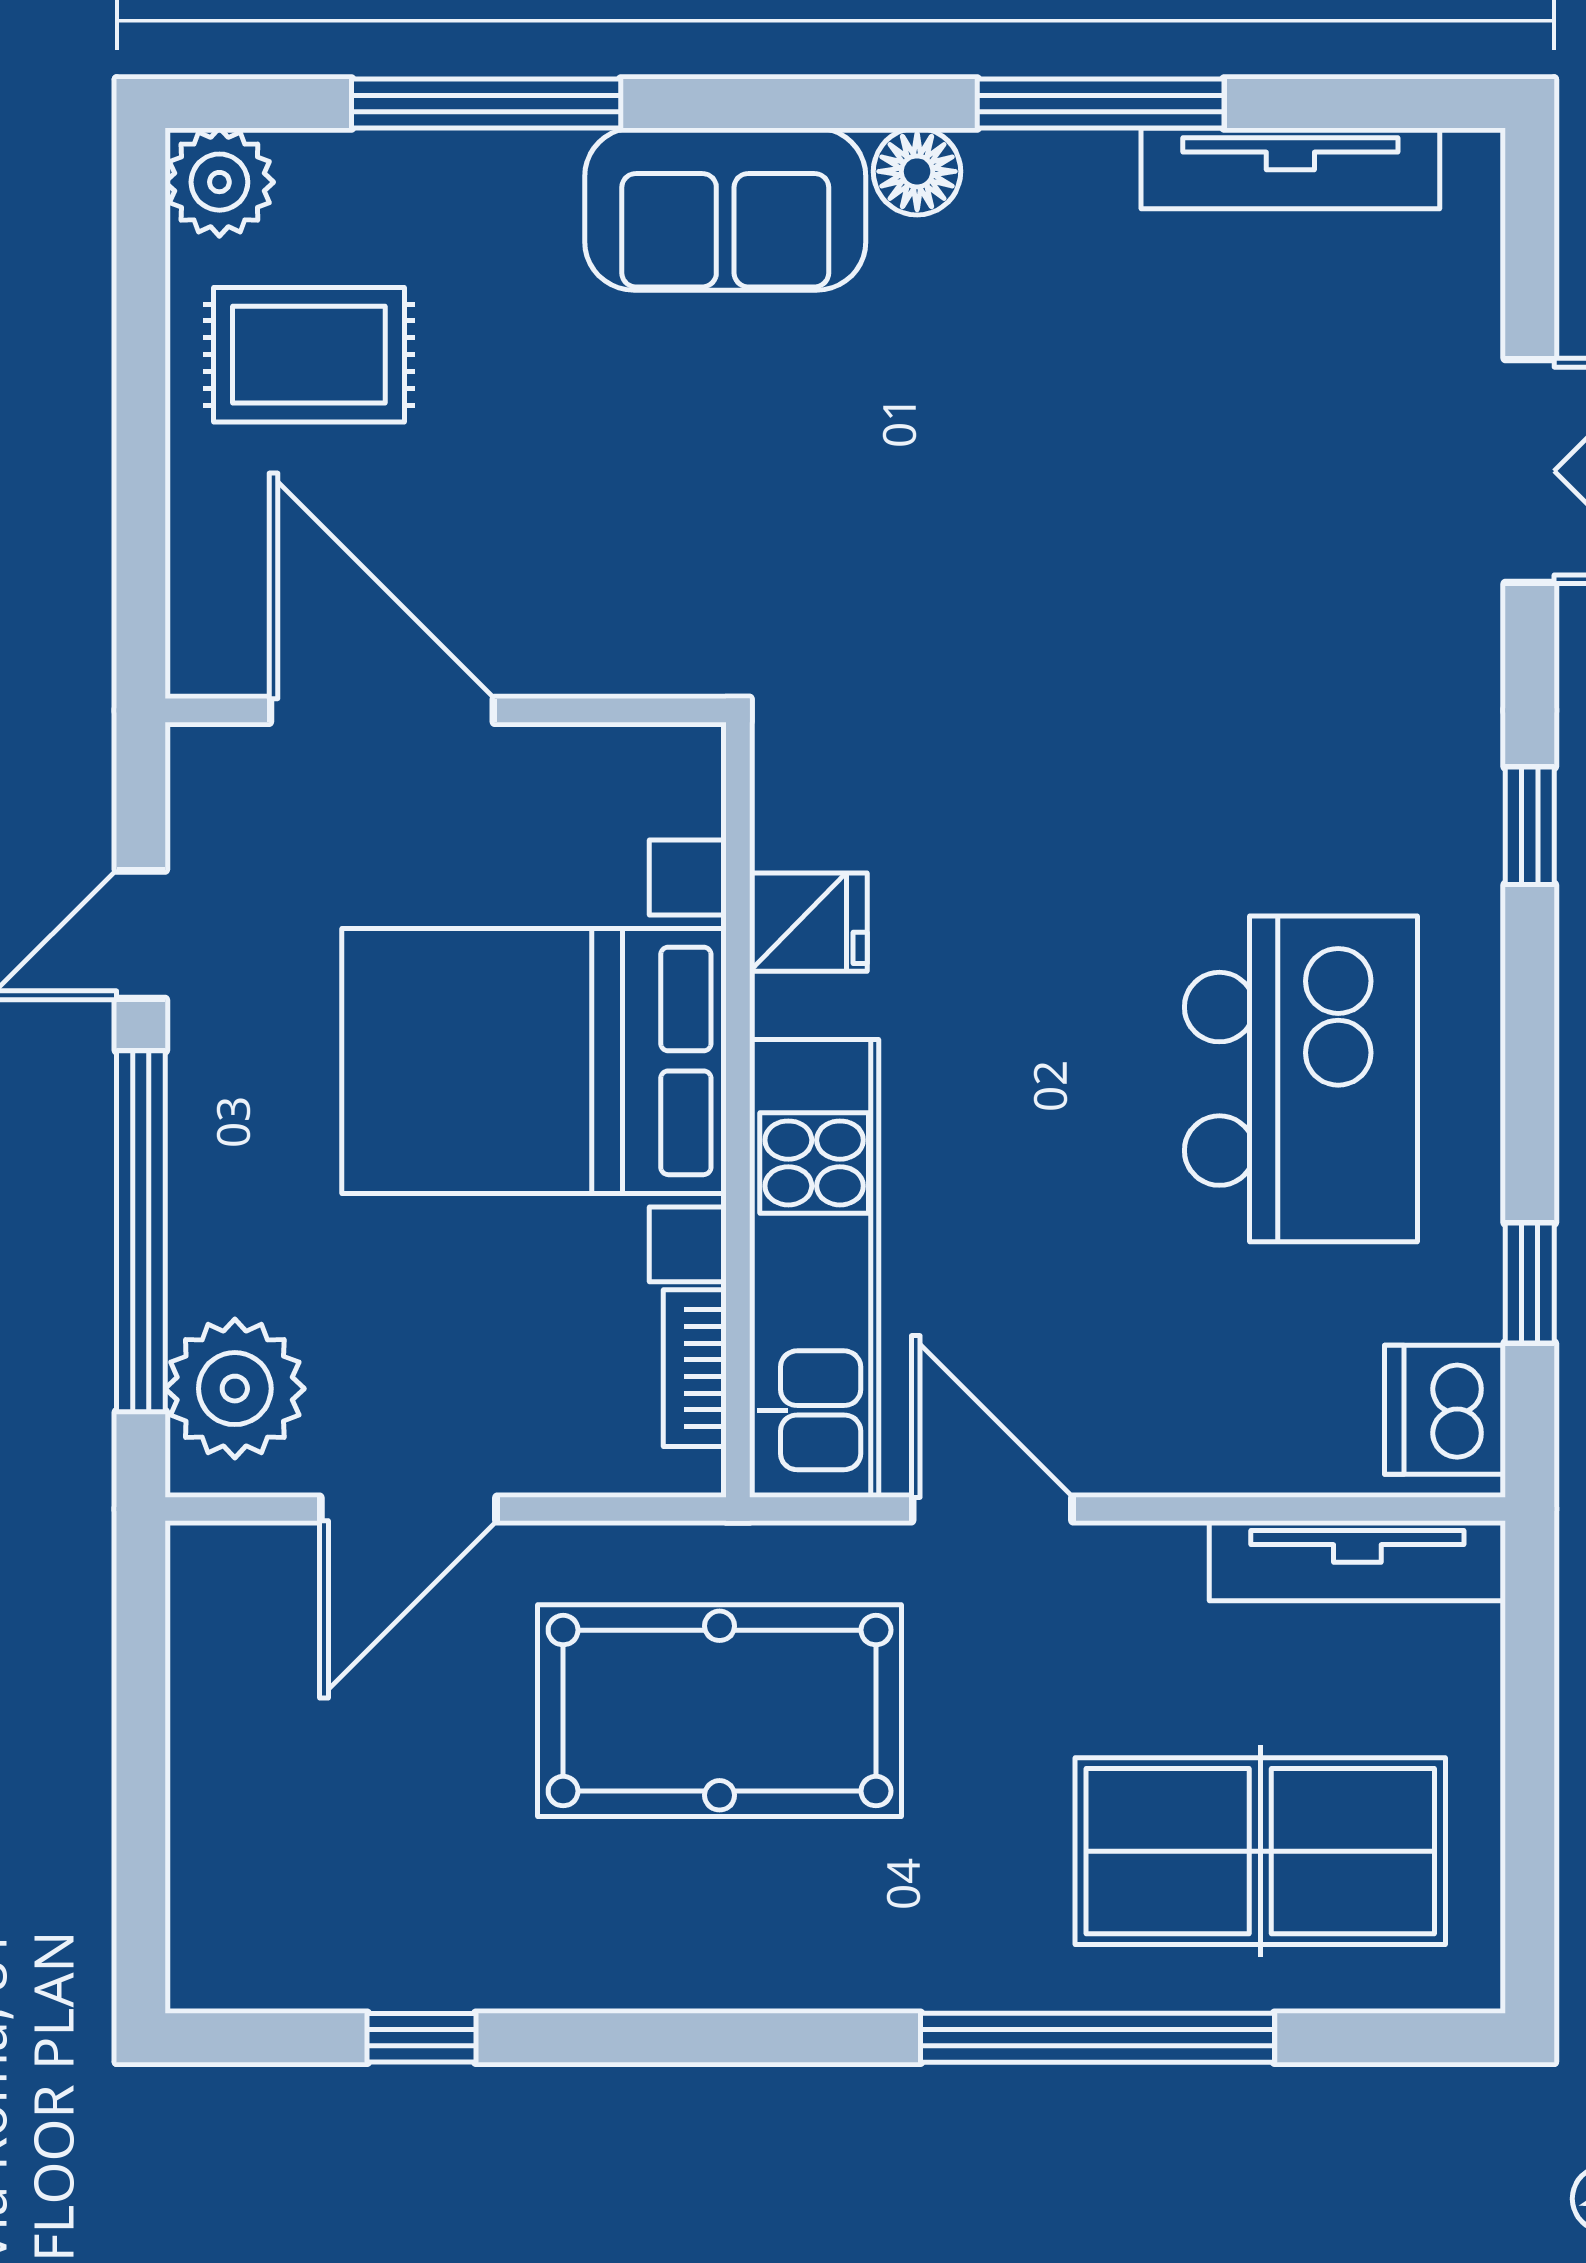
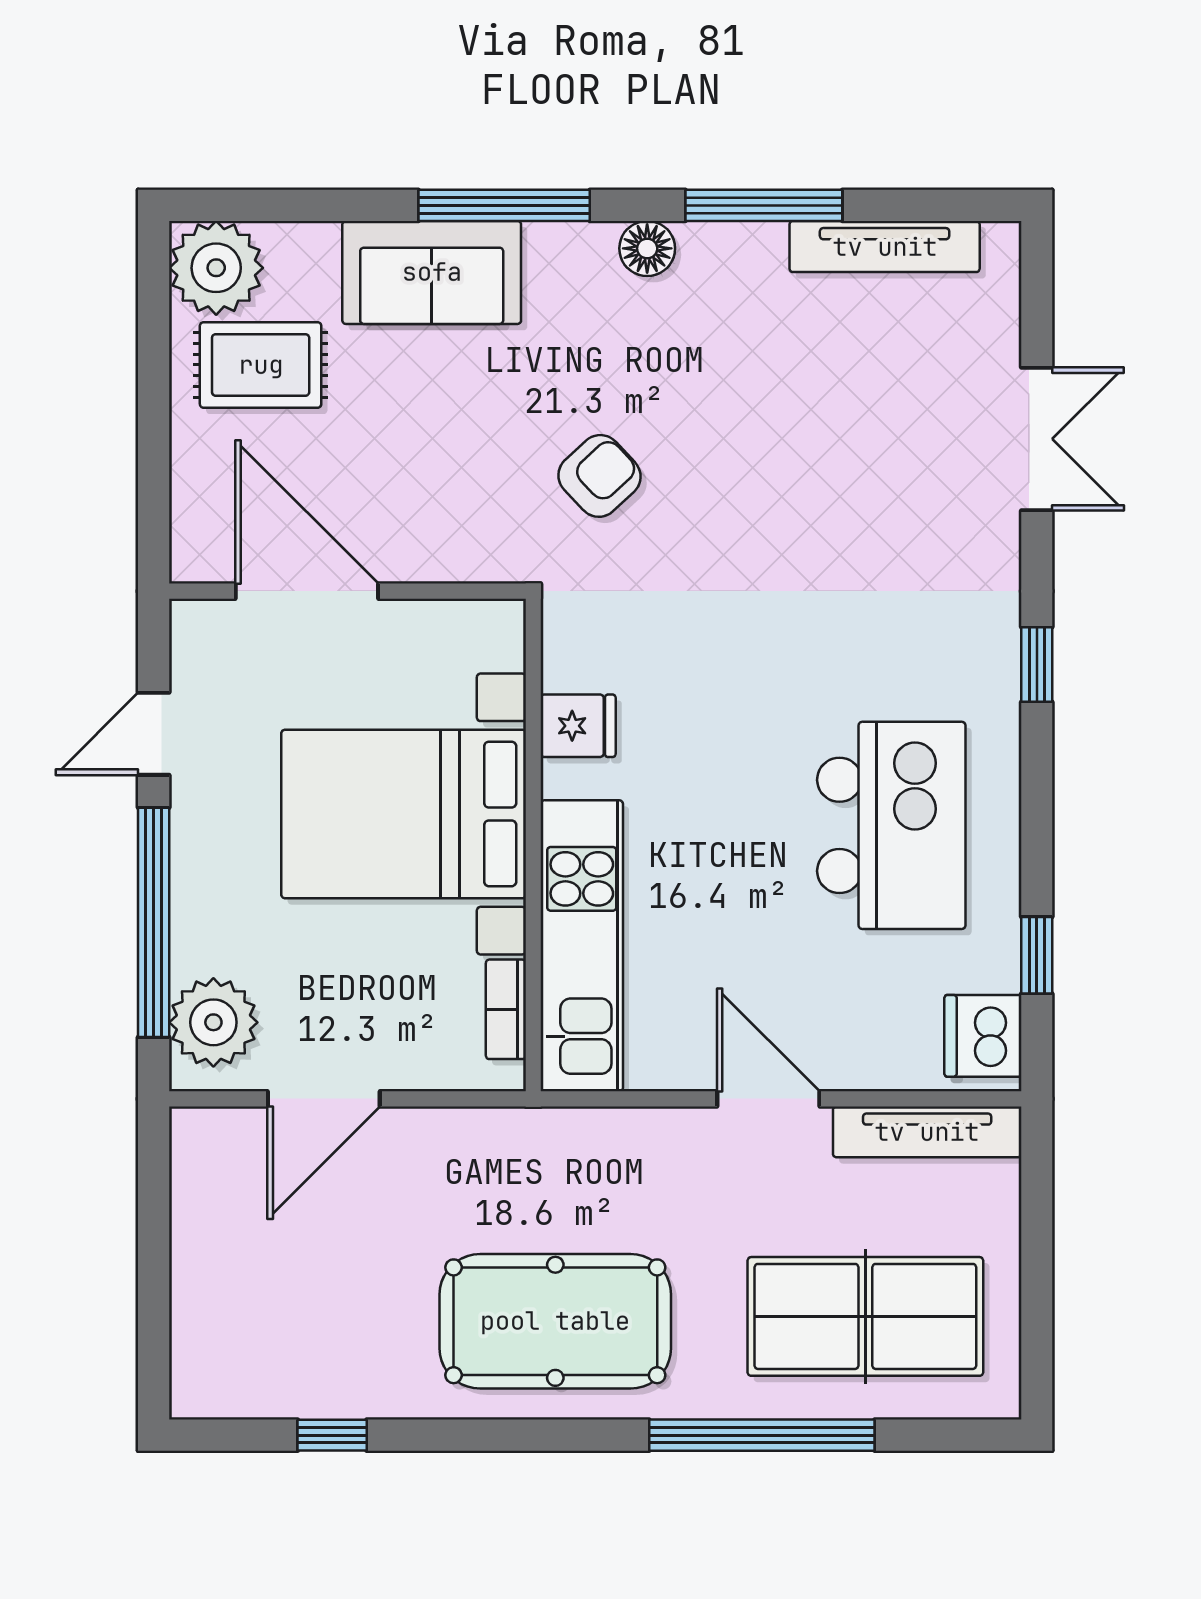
window: (486, 104) -> (504, 205), moved
plant: (219, 182) -> (216, 268), width x1.36, depth x1.36
sofa: (725, 209) -> (432, 272), moved
armchair: (842, 529) -> (599, 476), added
door: (992, 1509) -> (768, 1099), moved
pool table: (720, 1711) -> (555, 1321), moved

